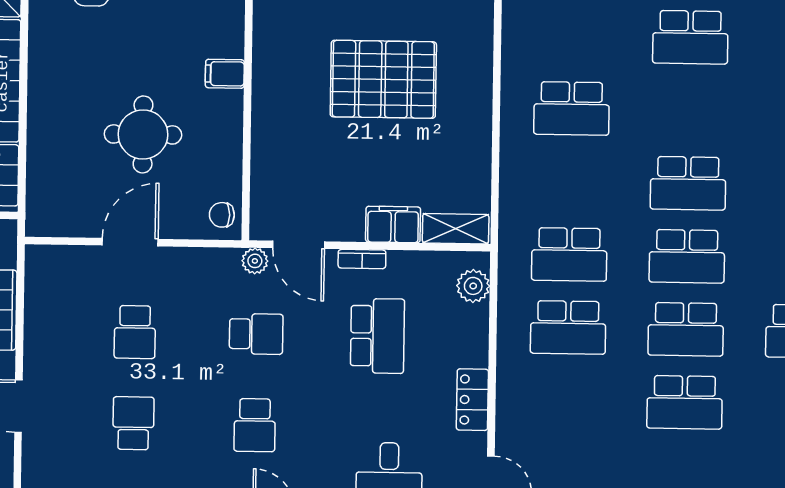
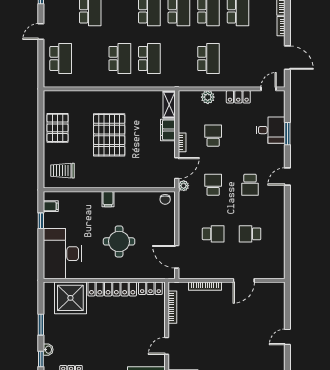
round table: (143, 134) -> (119, 241), moved
door: (130, 242) -> (177, 257), moved
school desk: (569, 254) -> (149, 59), moved
plant: (473, 286) -> (208, 97), moved
school desk: (377, 336) -> (213, 136), width x0.54
school desk: (255, 425) -> (250, 185), turned 90

